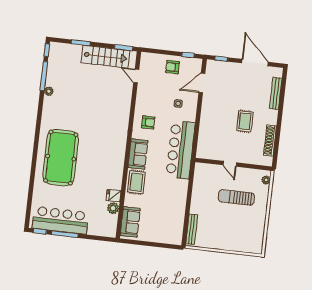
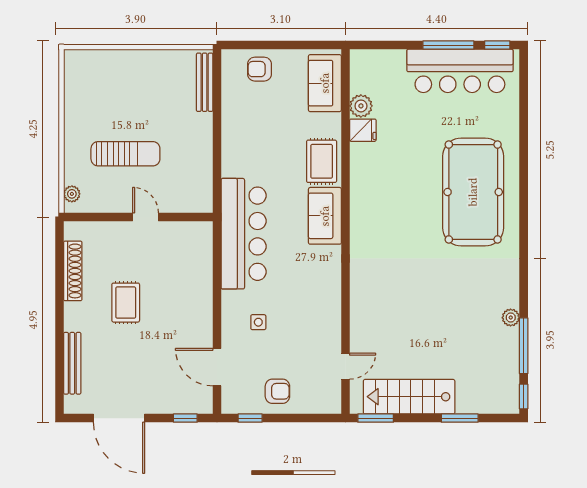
door: (136, 76) -> (345, 366), hinge flipped
door: (202, 83) -> (217, 367), swing flipped
armchair: (148, 122) -> (259, 69), moved

